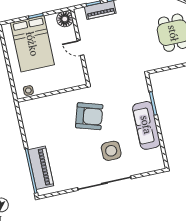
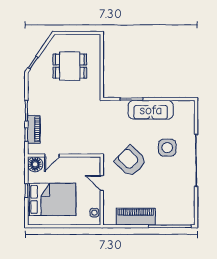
door: (80, 48) -> (52, 156), moved
door: (60, 92) -> (102, 183), added
armchair: (89, 116) -> (131, 161), turned -63
piano: (41, 168) -> (136, 217), moved

